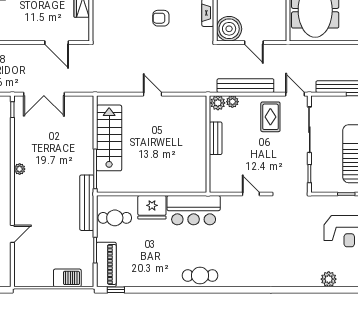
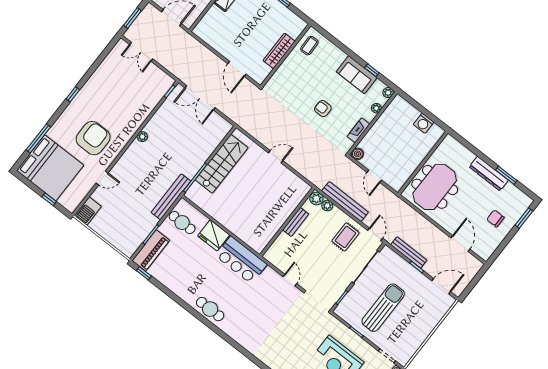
boiler: (229, 29) -> (357, 154), width x0.54, depth x0.54
door: (152, 94) -> (276, 157), hinge flipped
barbecue: (67, 278) -> (88, 211), moved, turned 90

